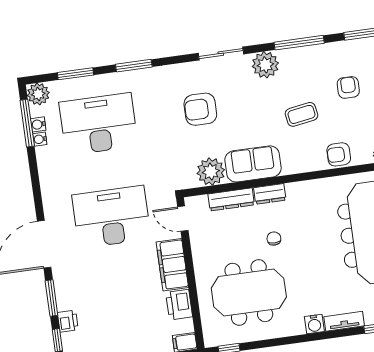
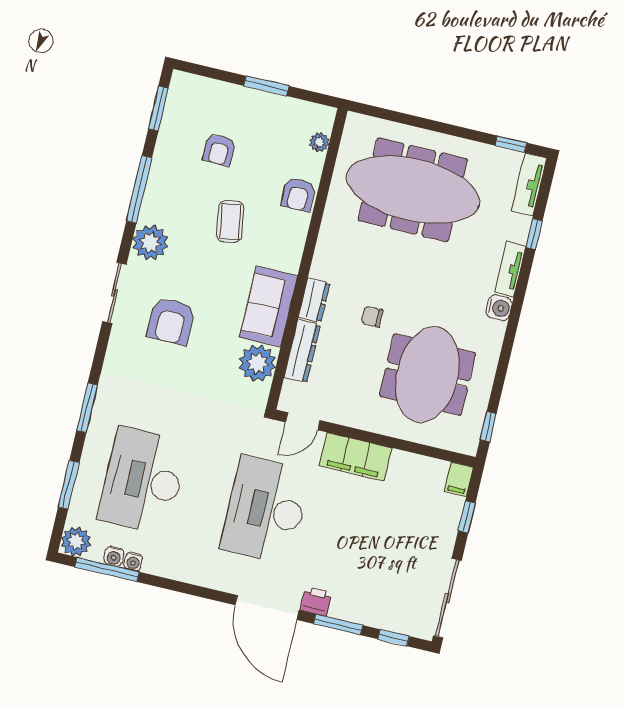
armchair: (348, 87) -> (219, 150), turned -90
armchair: (200, 109) -> (171, 321), moved
printer: (179, 305) -> (409, 468), removed
printer: (68, 321) -> (316, 601), moved

